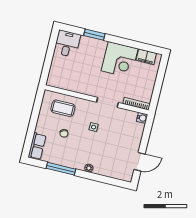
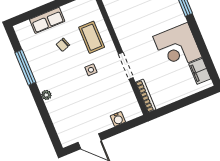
coffee table: (63, 108) -> (92, 37), moved
water cooler: (142, 118) -> (118, 119), moved
row of seats: (37, 146) -> (47, 20), moved

